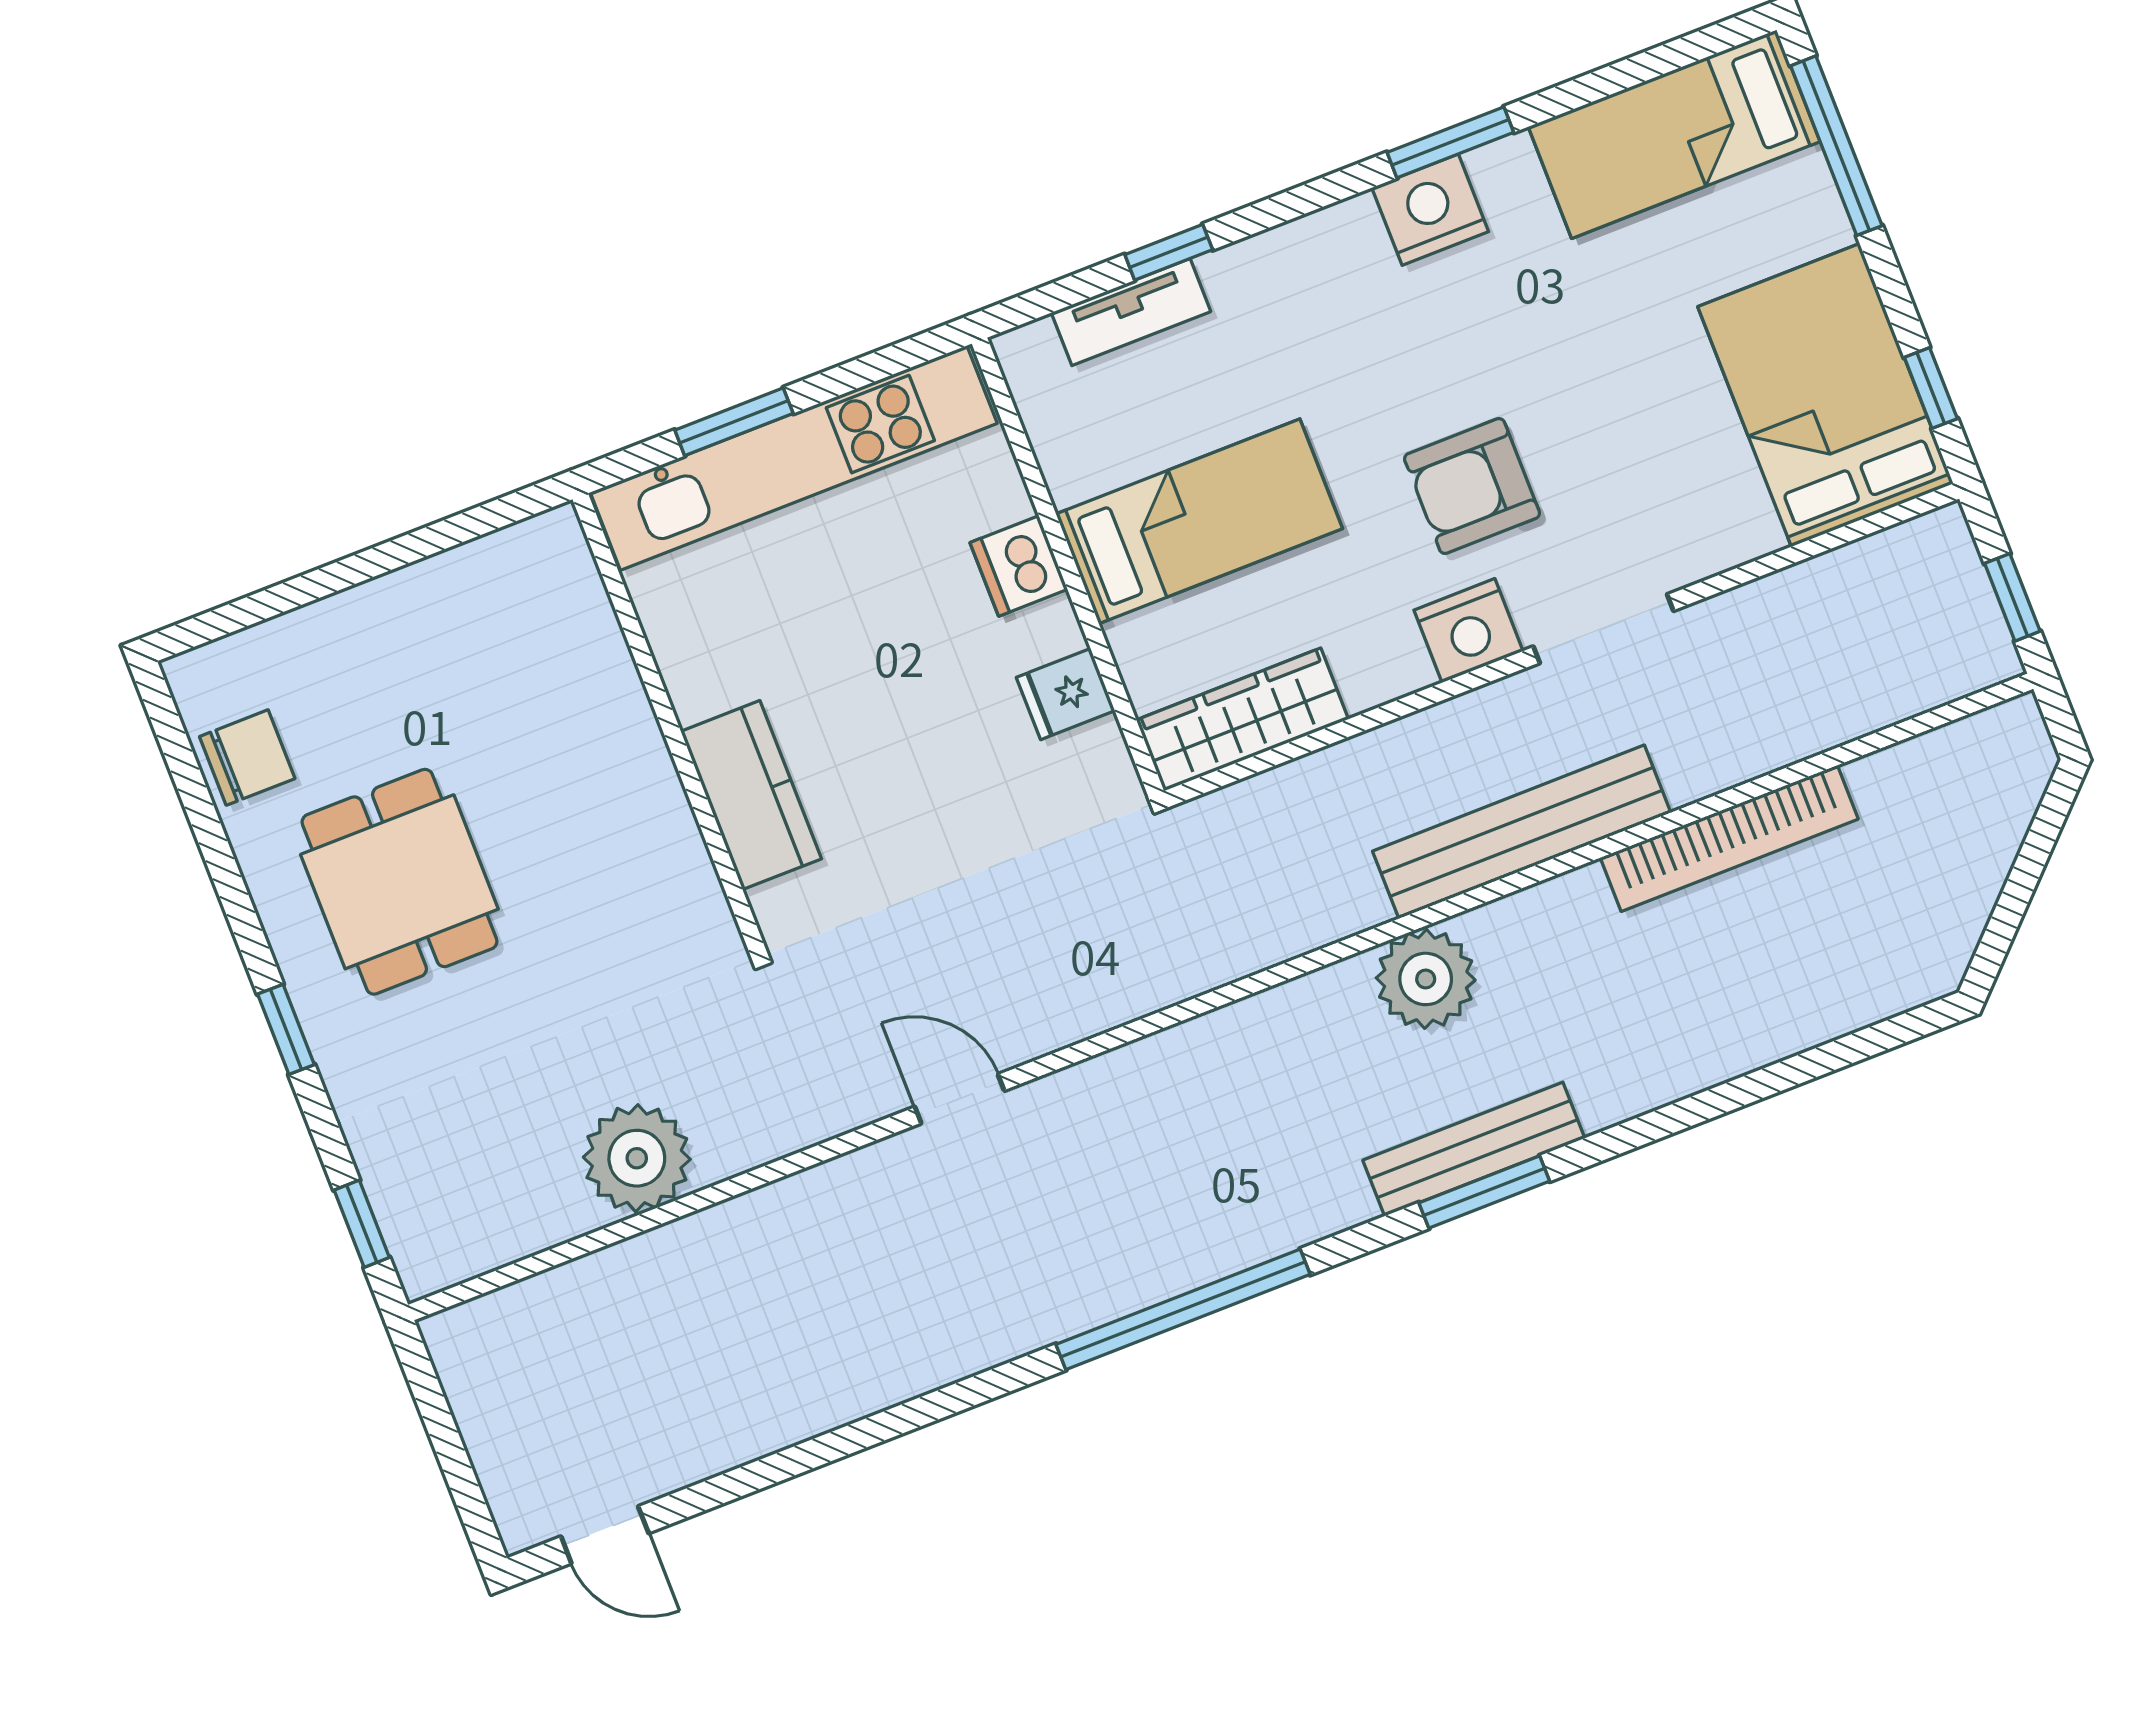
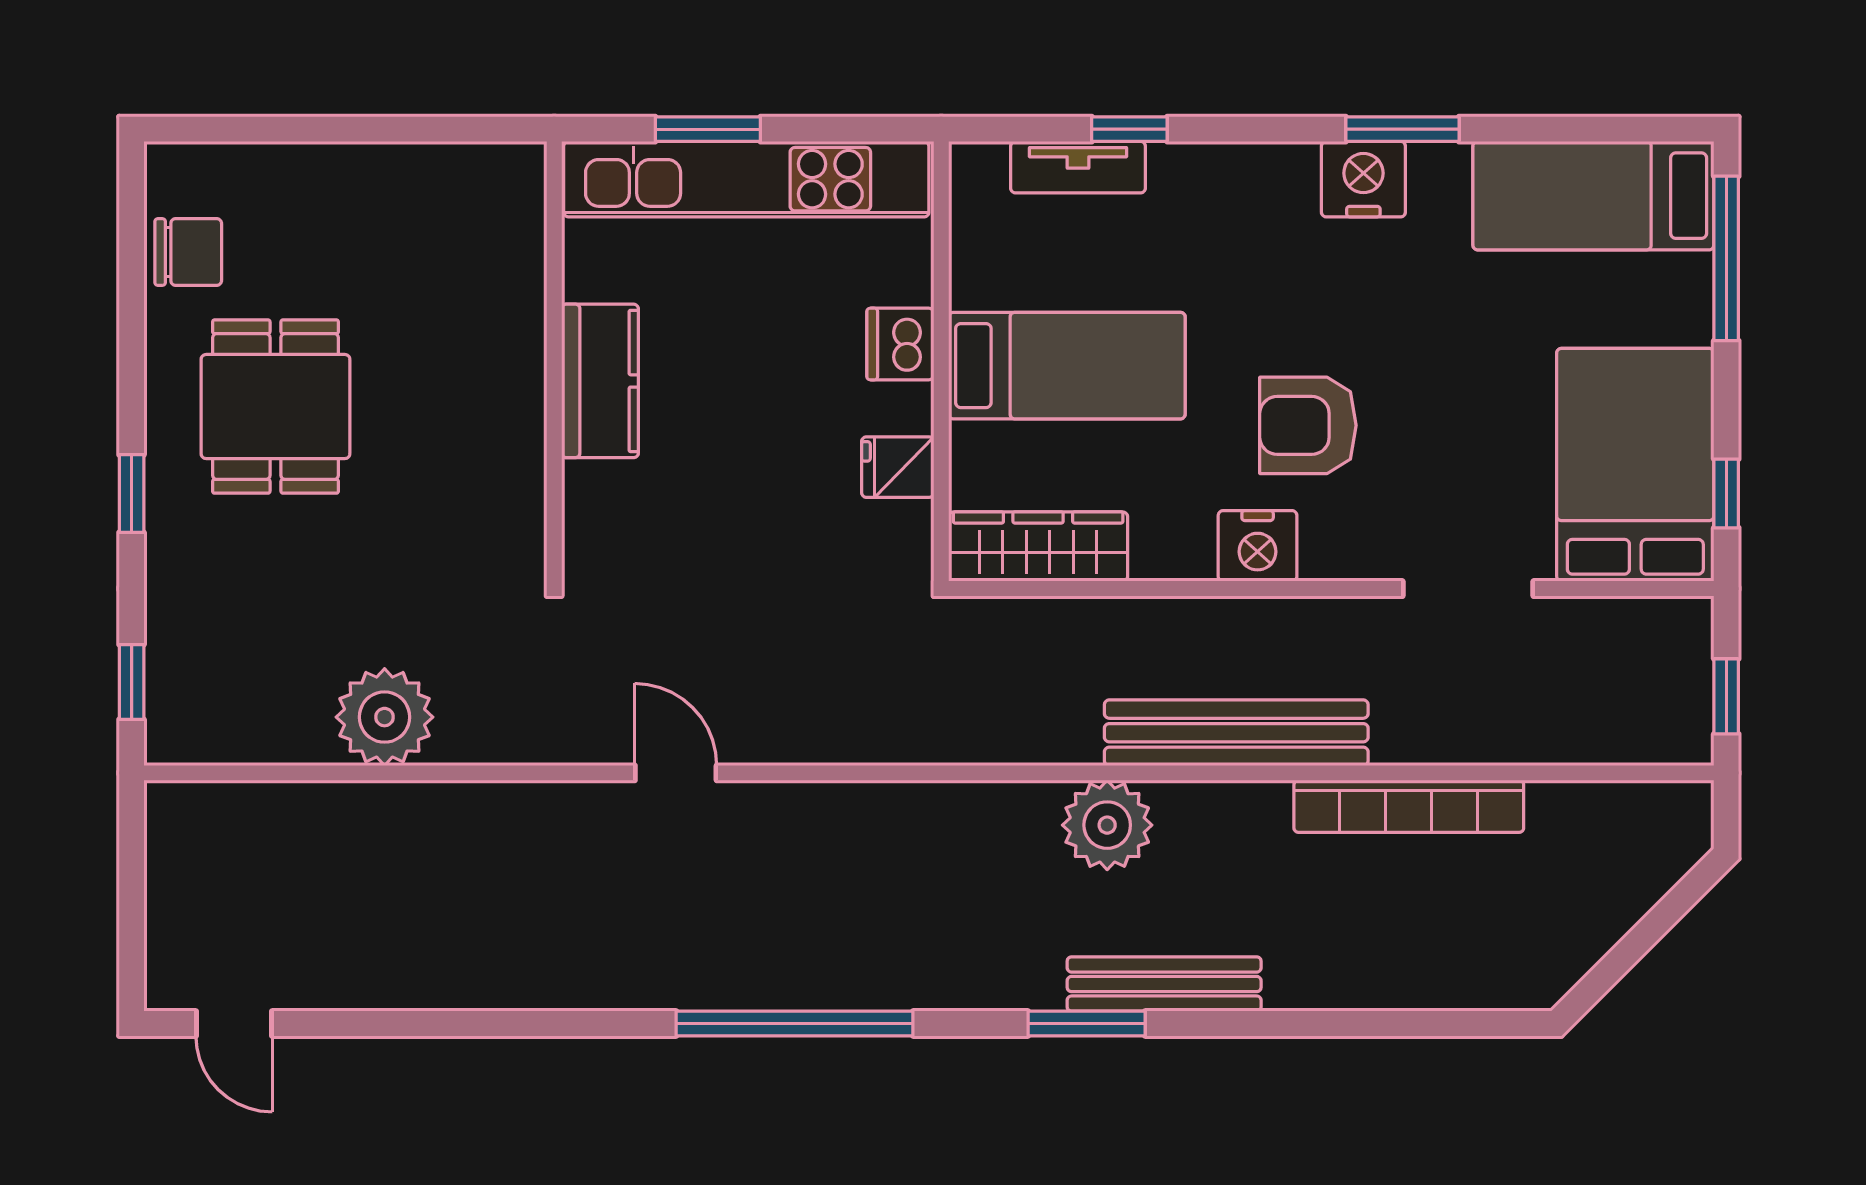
doorway: (1603, 629) -> (1468, 589), moved
kitchen counter: (751, 795) -> (600, 381), moved
bench: (1474, 1149) -> (1164, 984), moved

